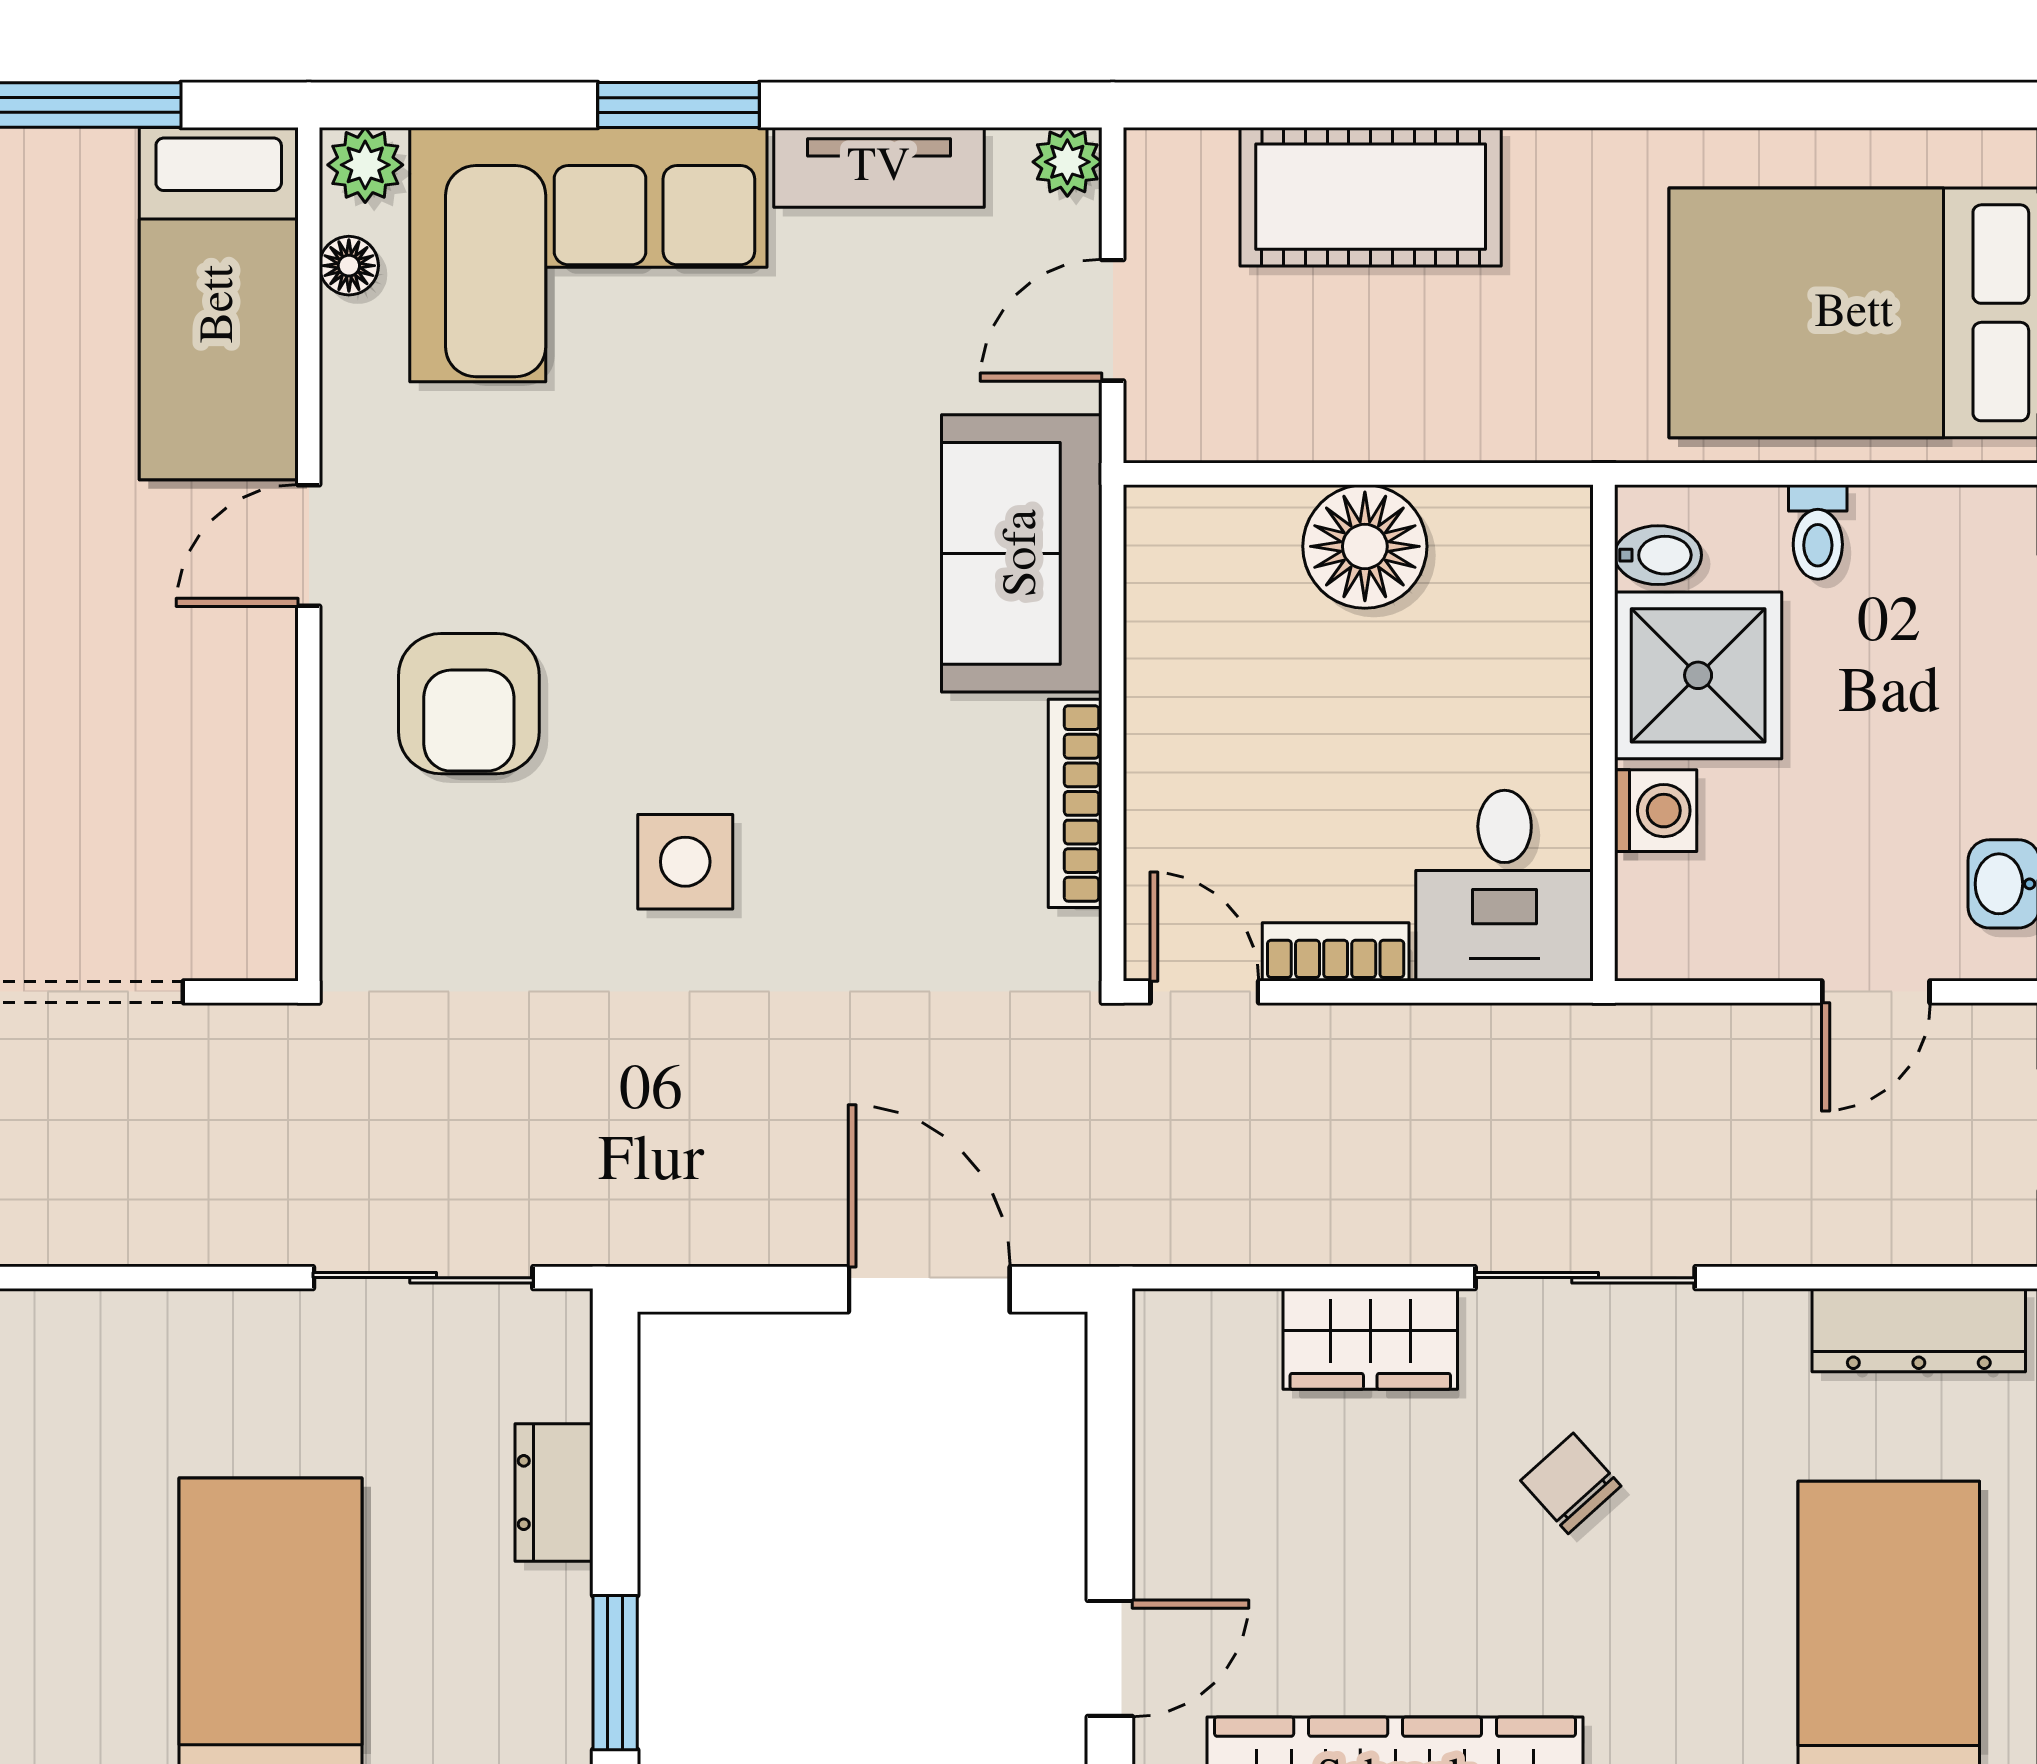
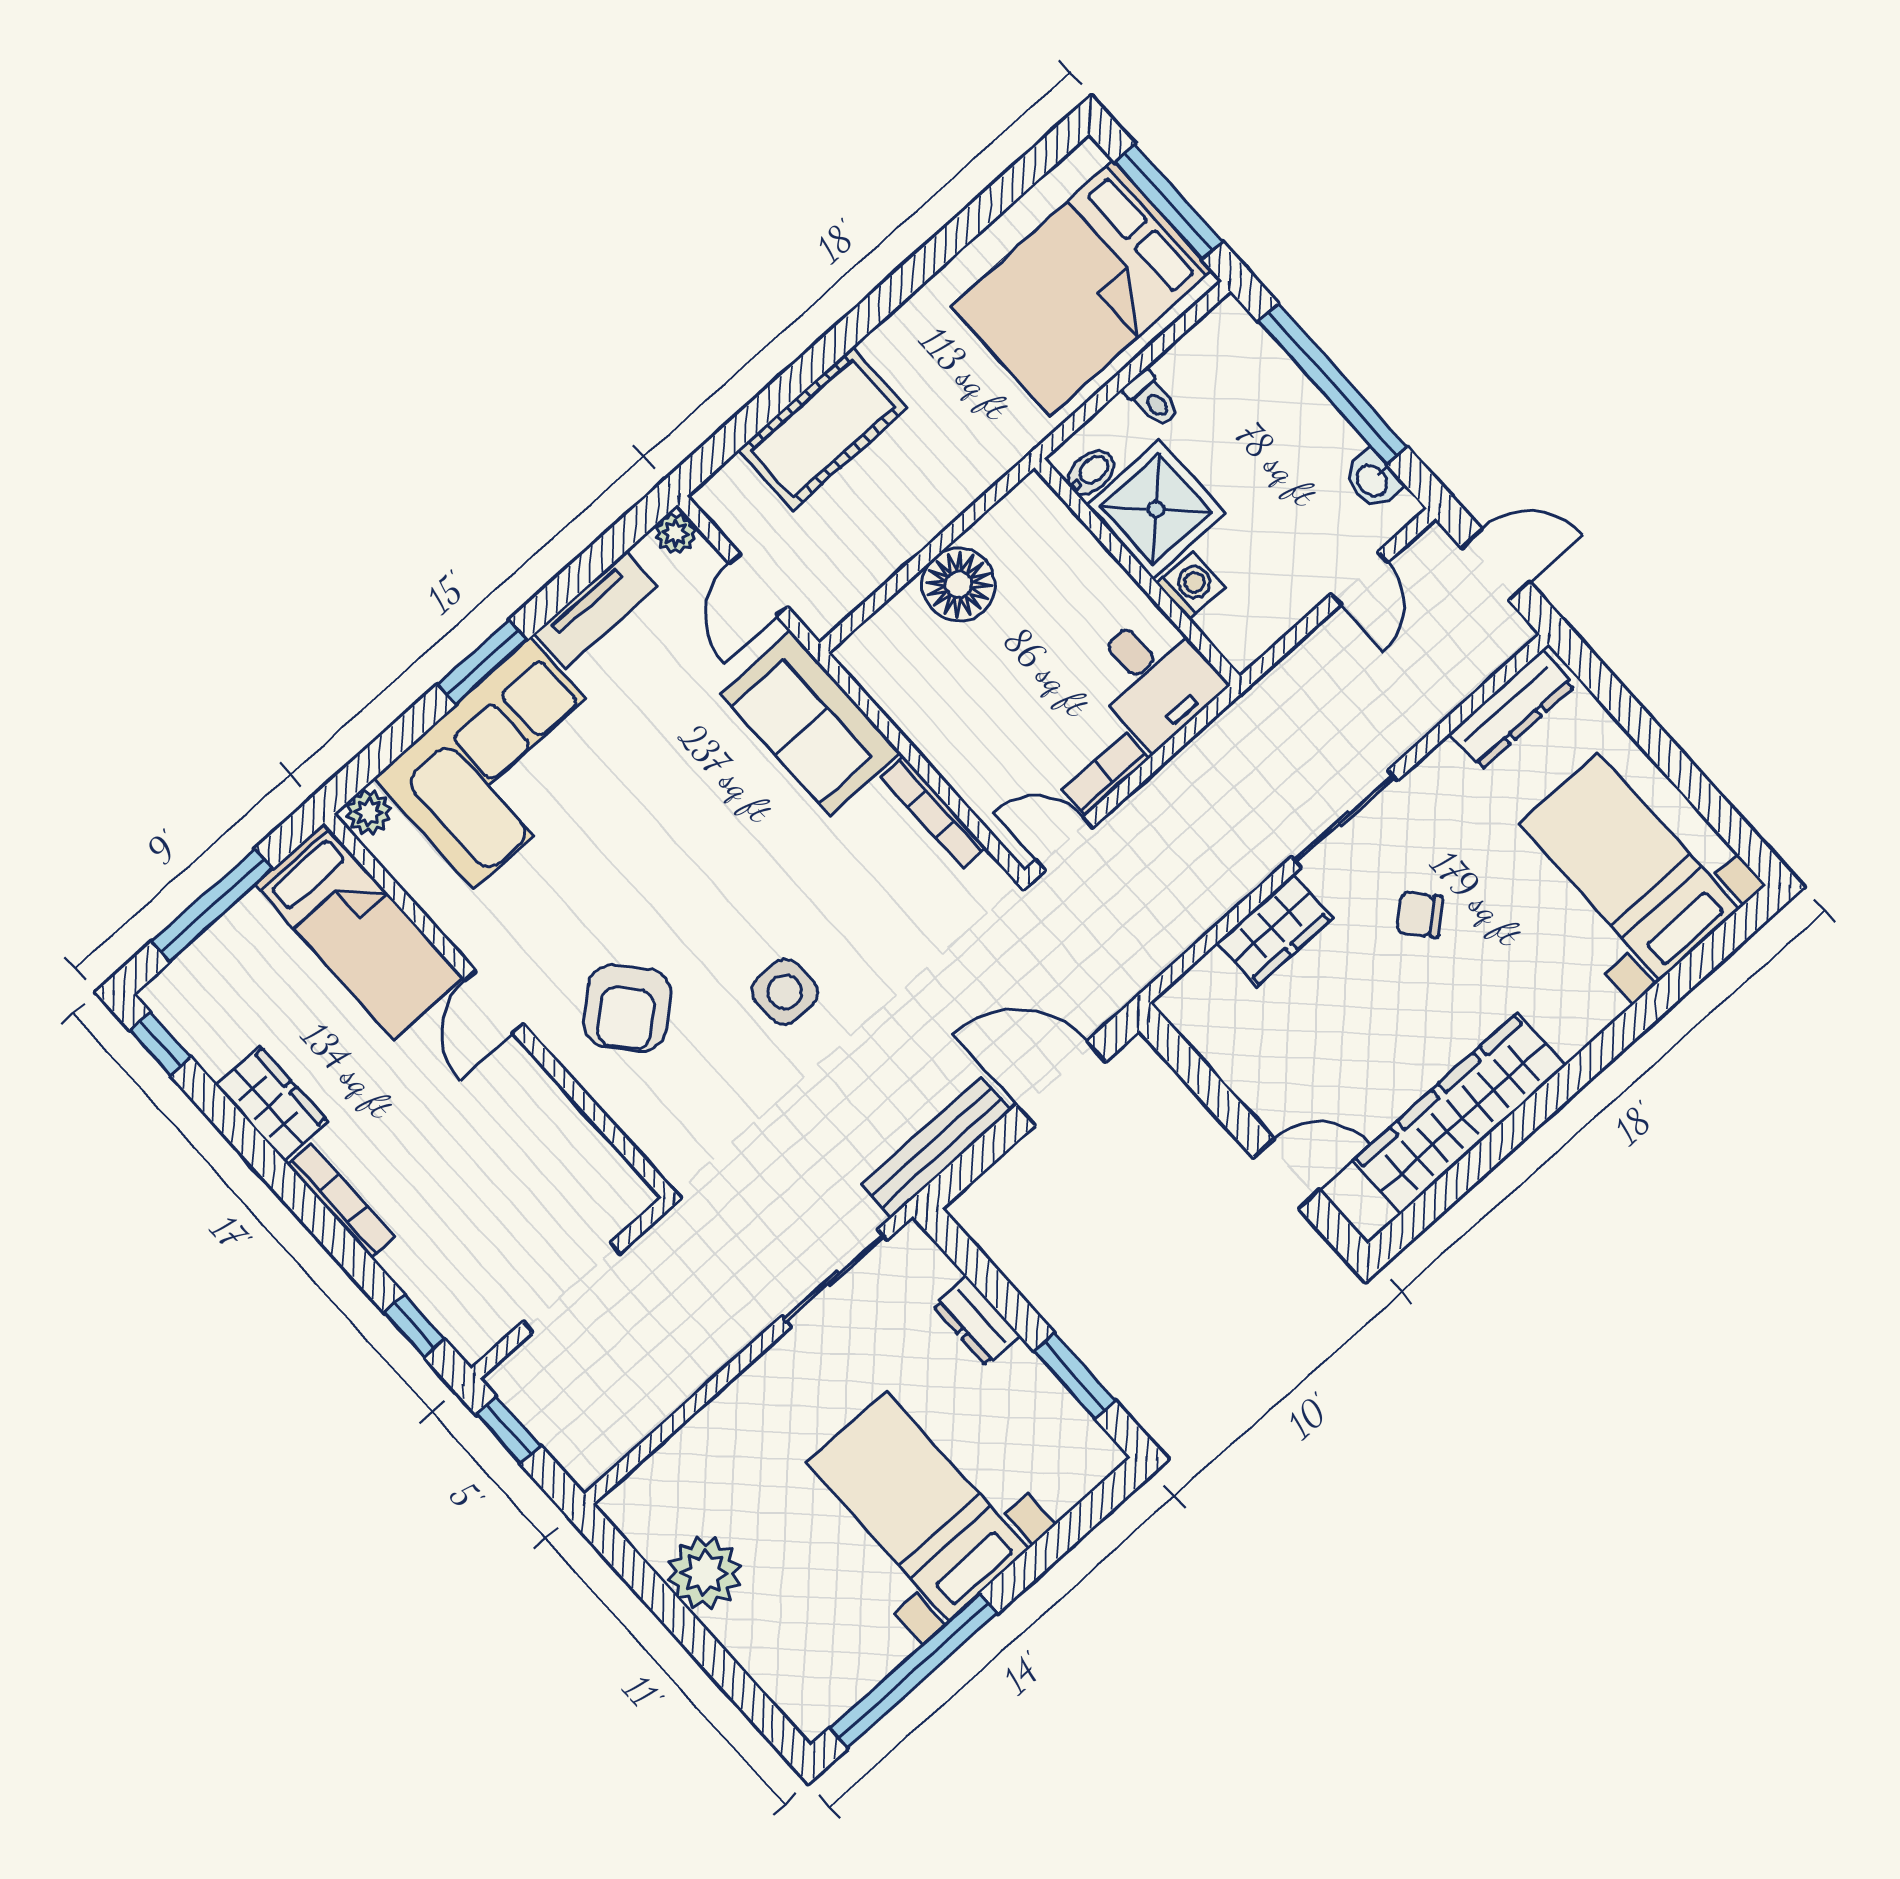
floor lamp: (349, 266) -> (401, 863), removed
armchair: (469, 704) -> (627, 1008), turned 49
bench: (700, 1229) -> (936, 1147), added
door: (1110, 1658) -> (1286, 1174), hinge flipped

